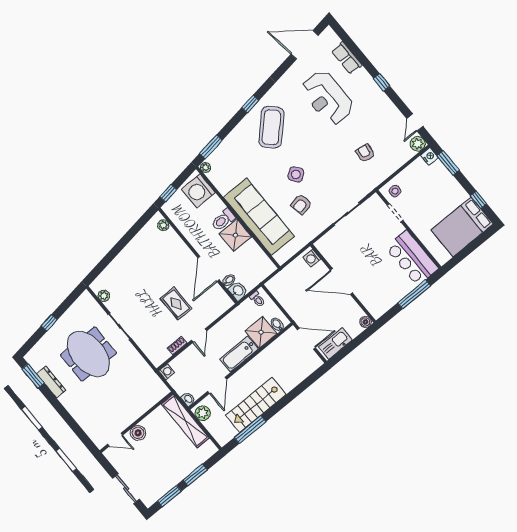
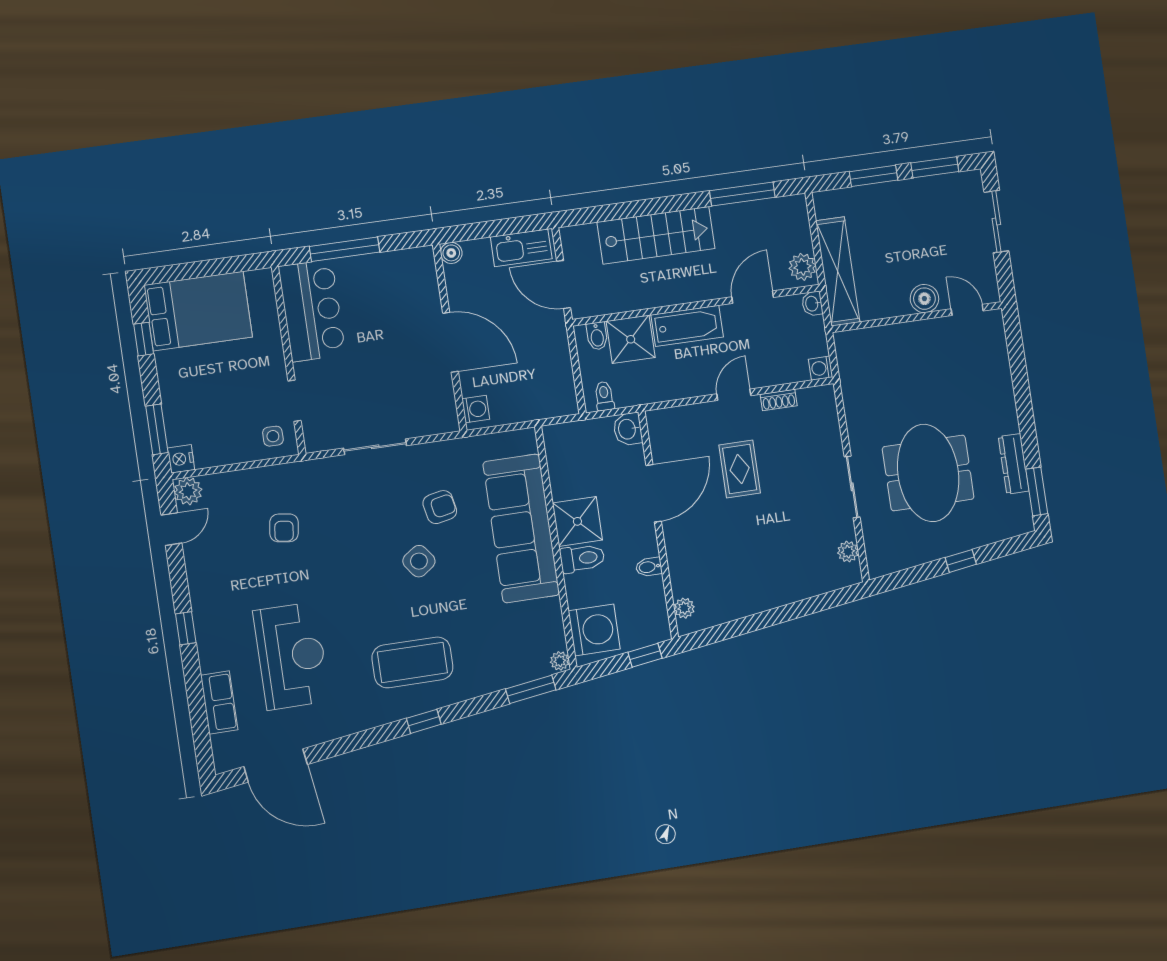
coffee table: (271, 127) -> (412, 662), turned 45
bidet: (229, 280) -> (649, 567), moved
stairs: (256, 405) -> (656, 235), moved

